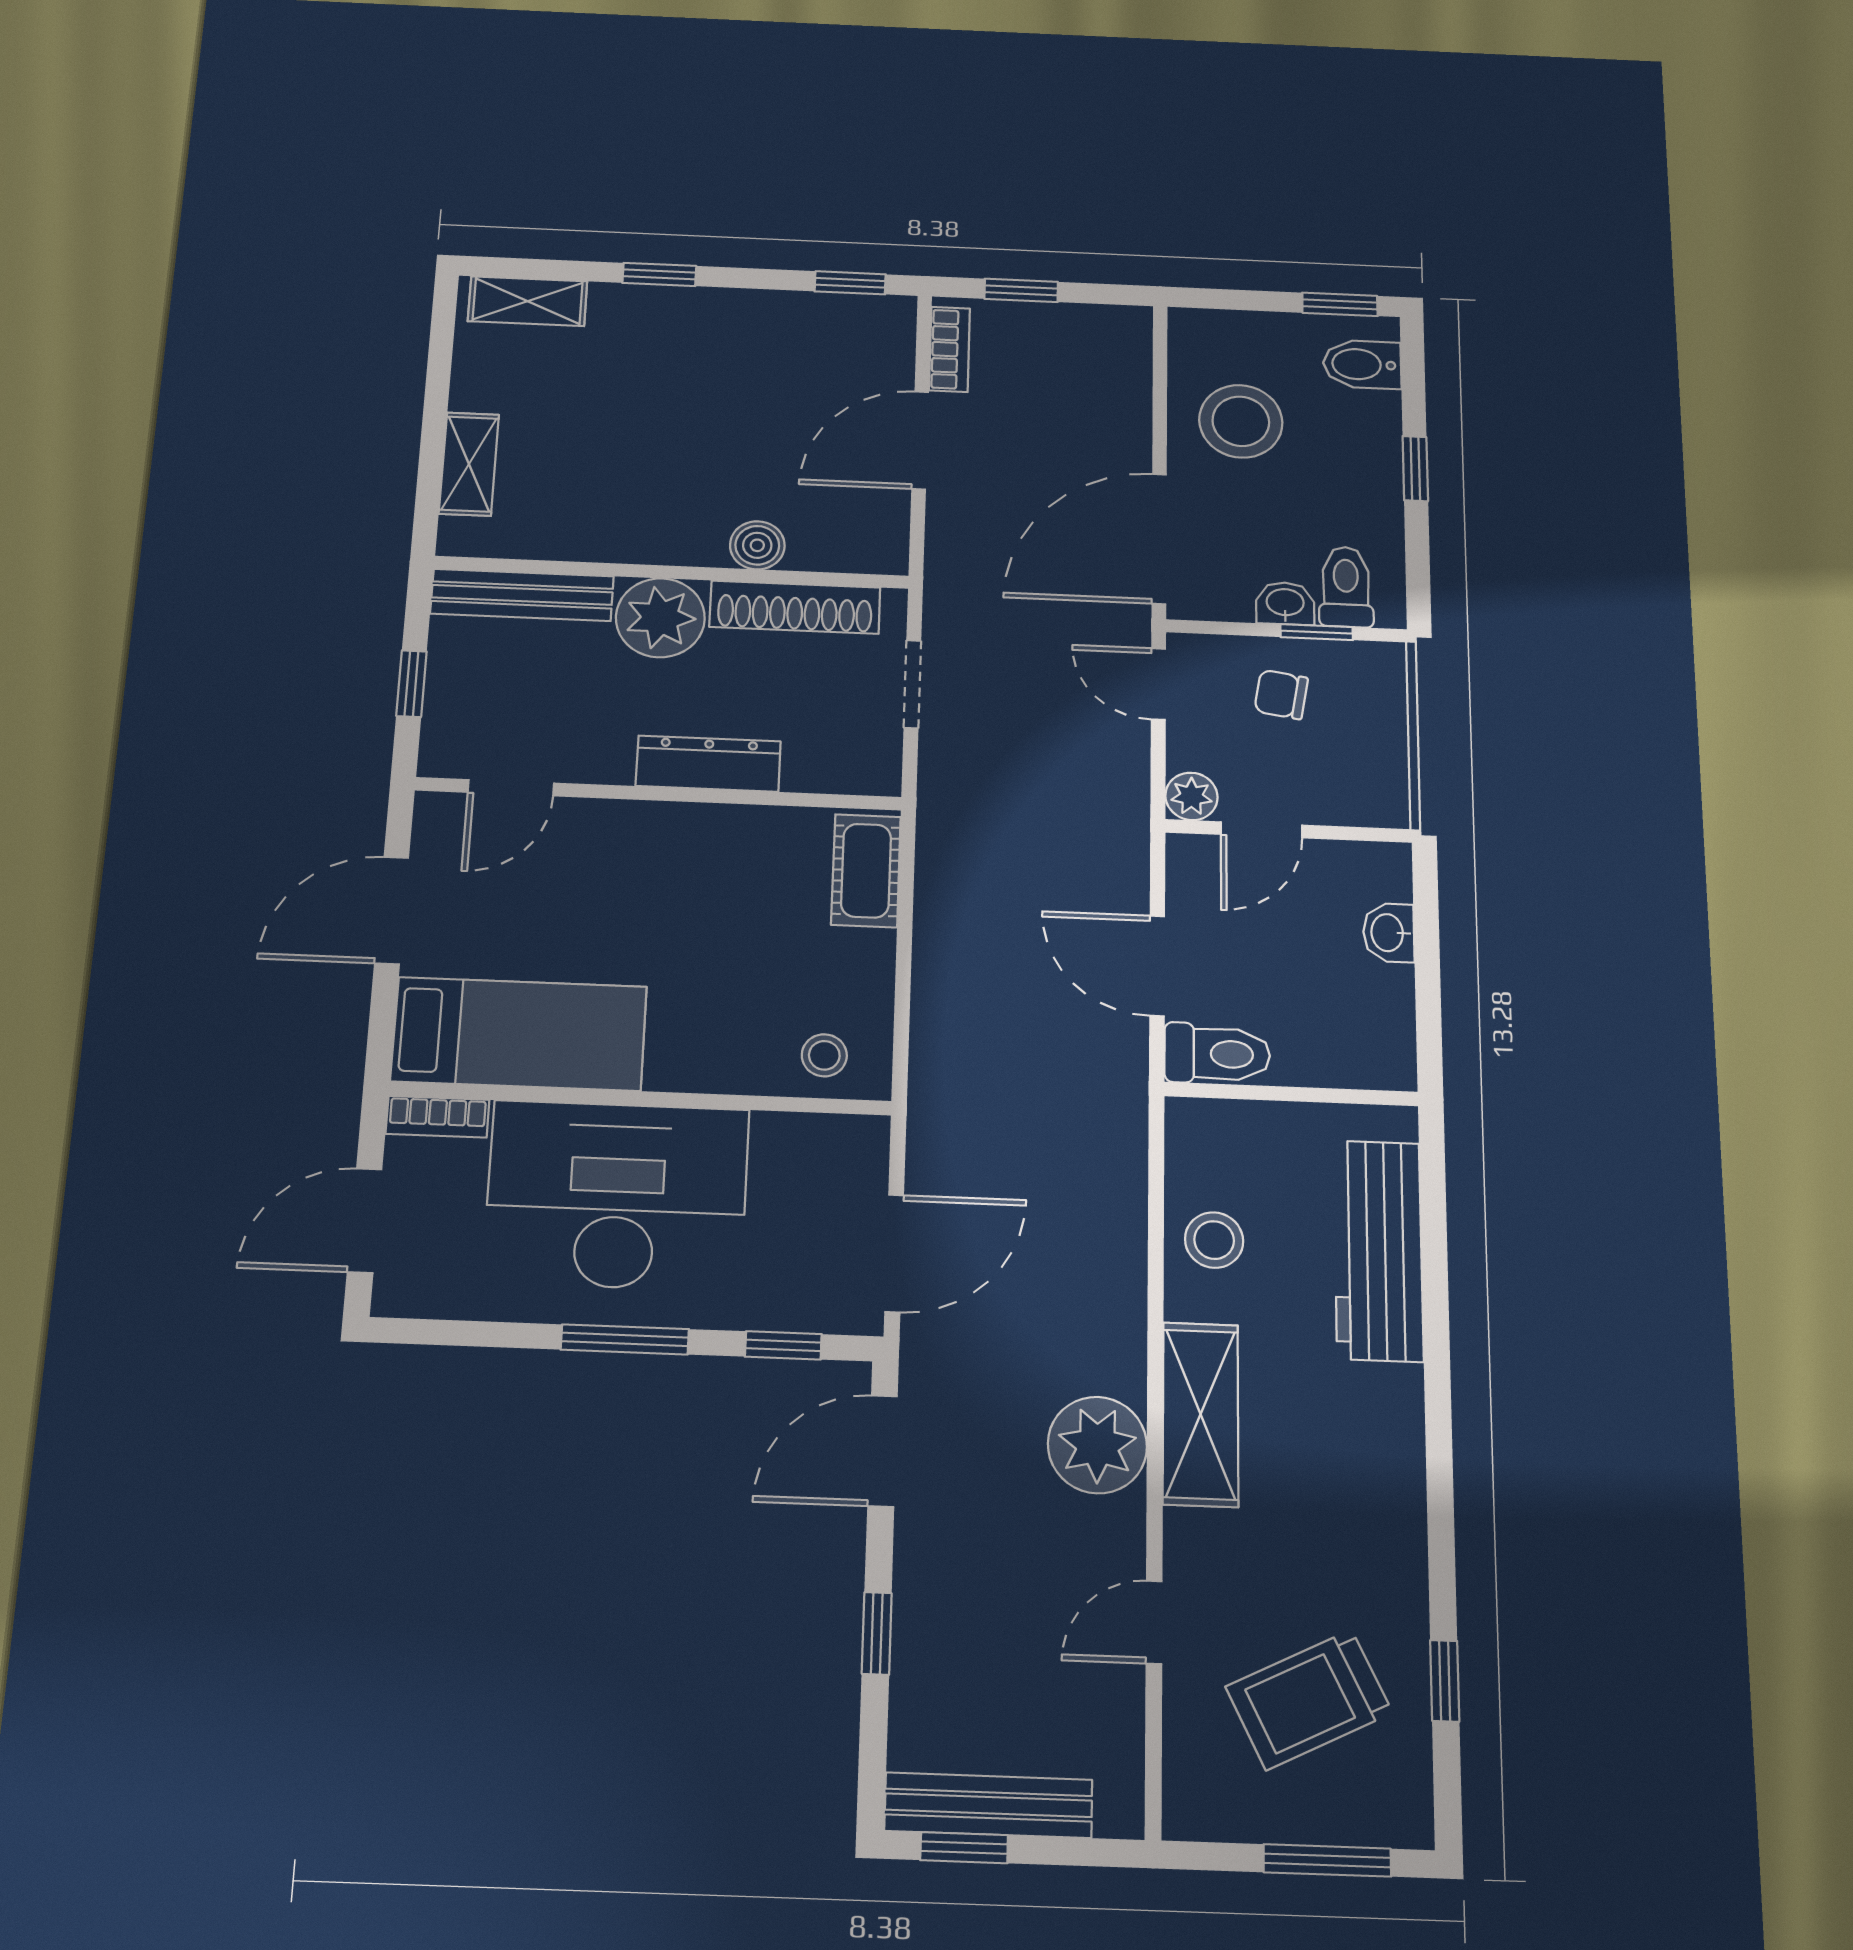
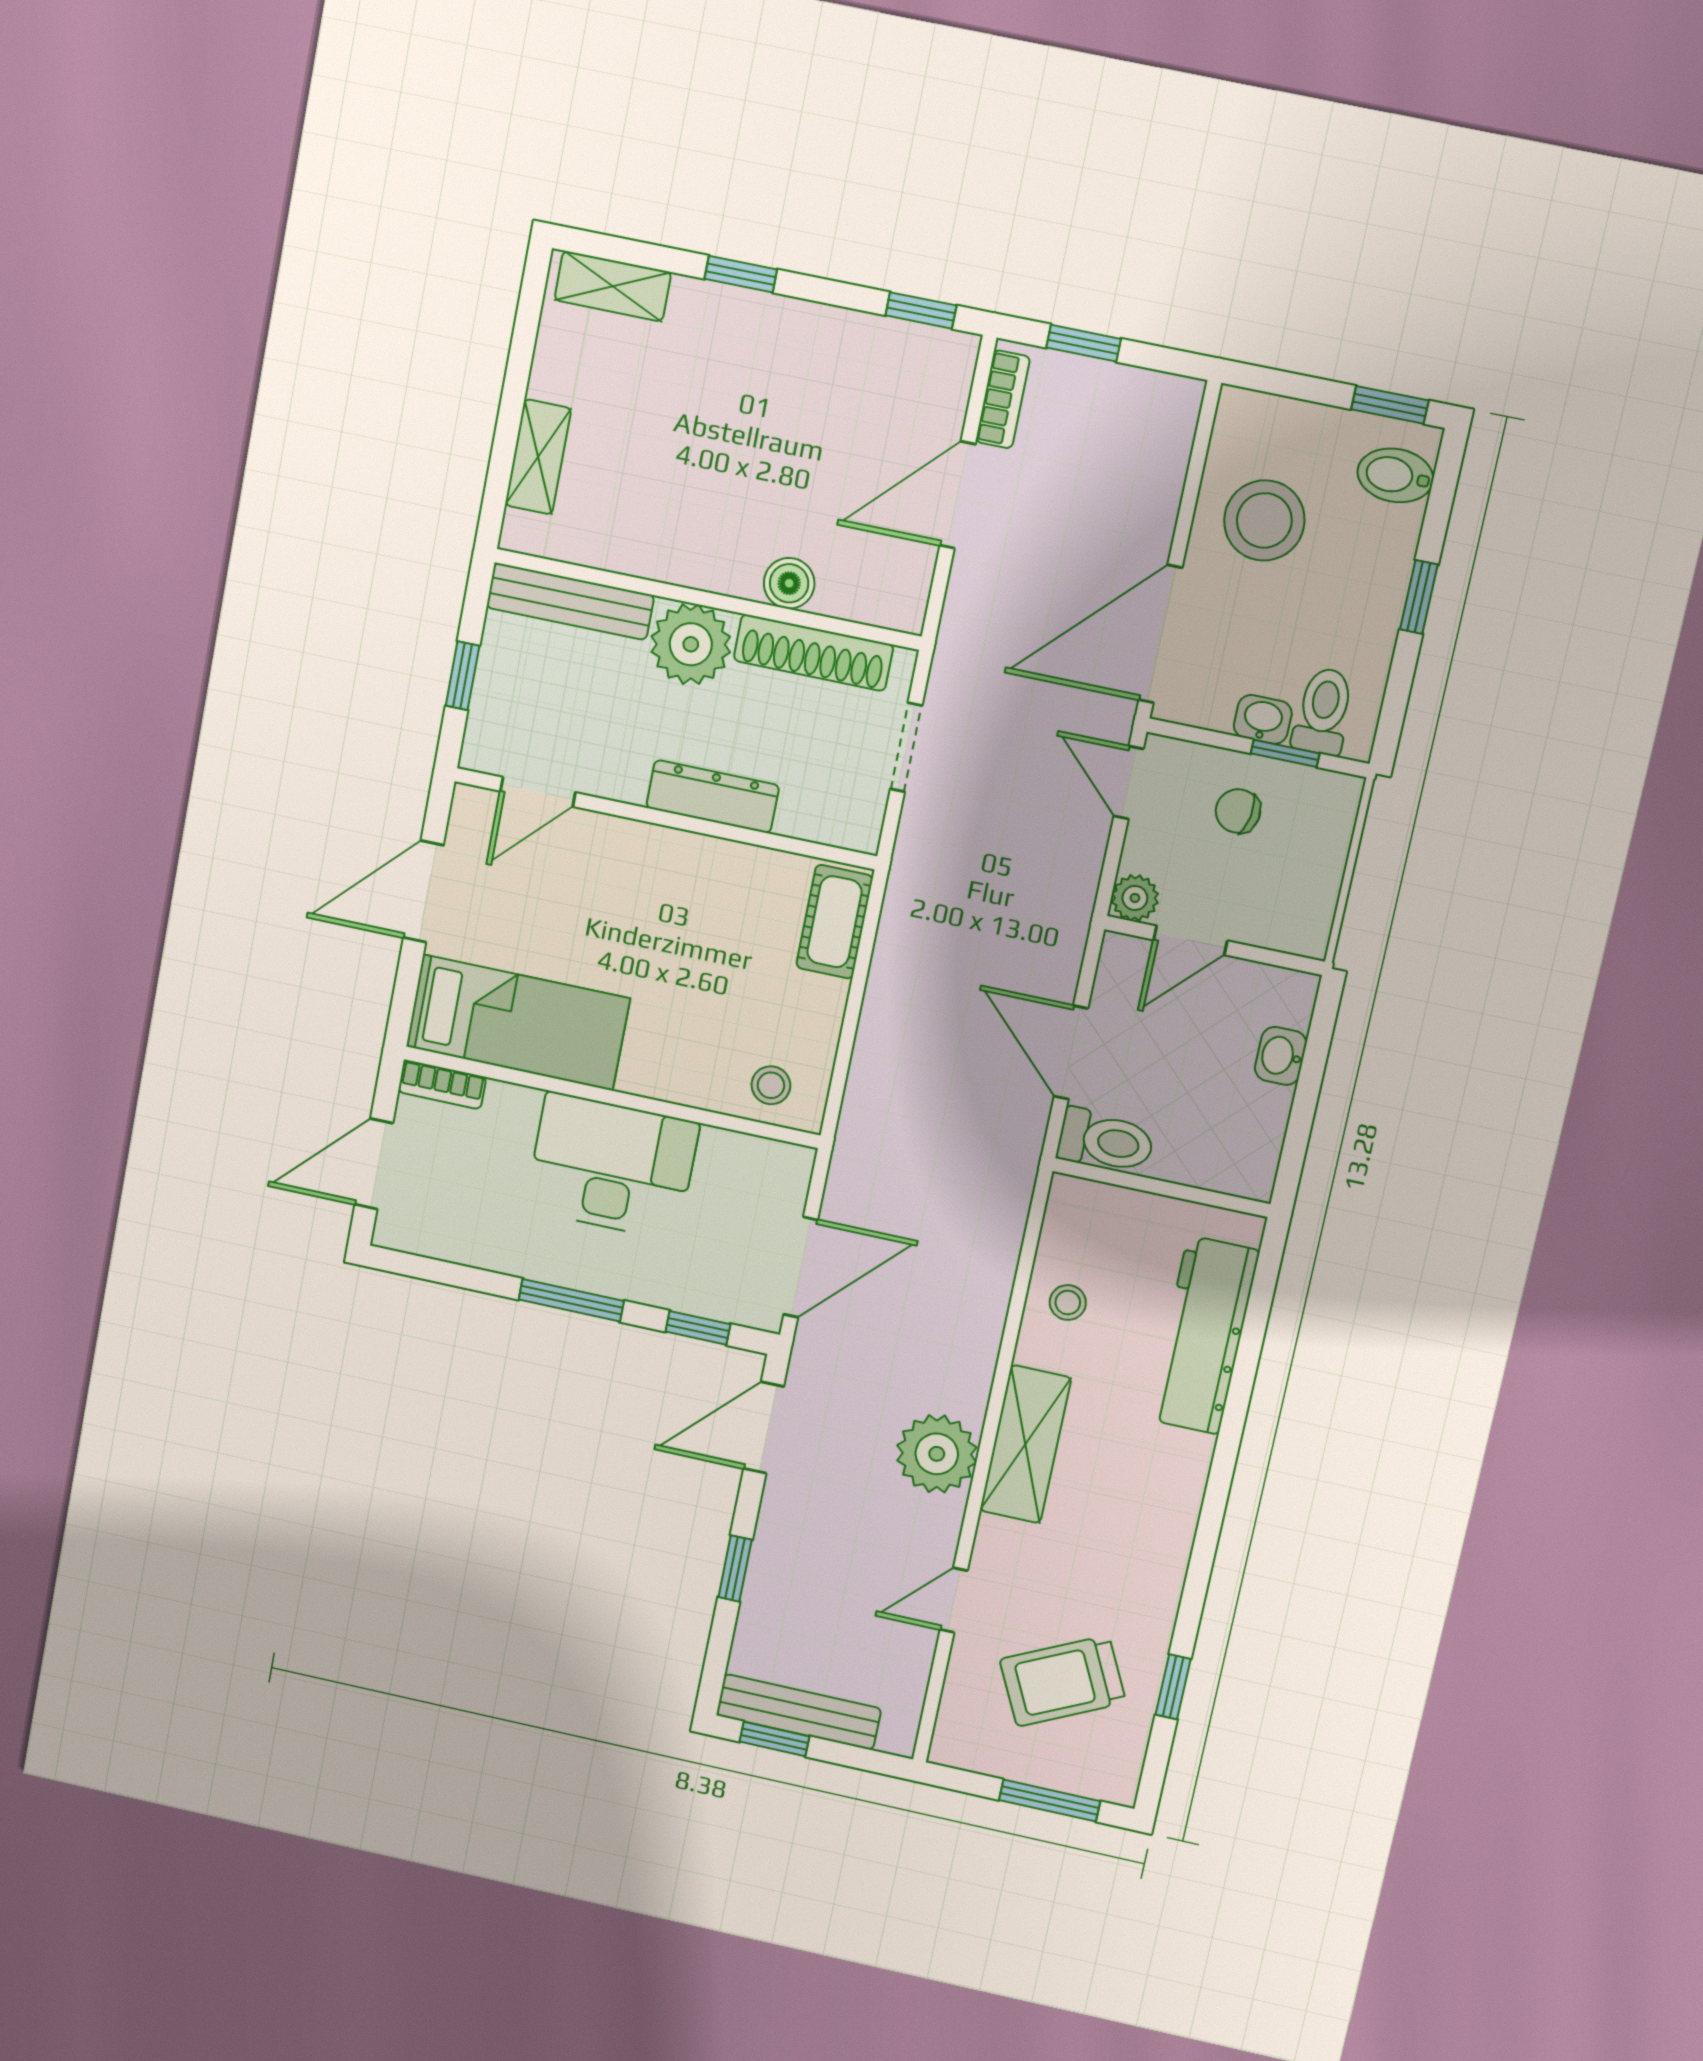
desk: (617, 1195) -> (612, 1166), width x0.73, depth x0.77
stool: (1214, 1240) -> (1068, 1302), width x0.73, depth x0.73

